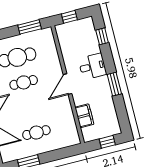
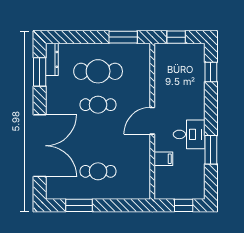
desk: (92, 66) -> (189, 134), moved
window: (114, 84) -> (211, 150), moved
filing cabinet: (84, 116) -> (163, 159), width x0.50

